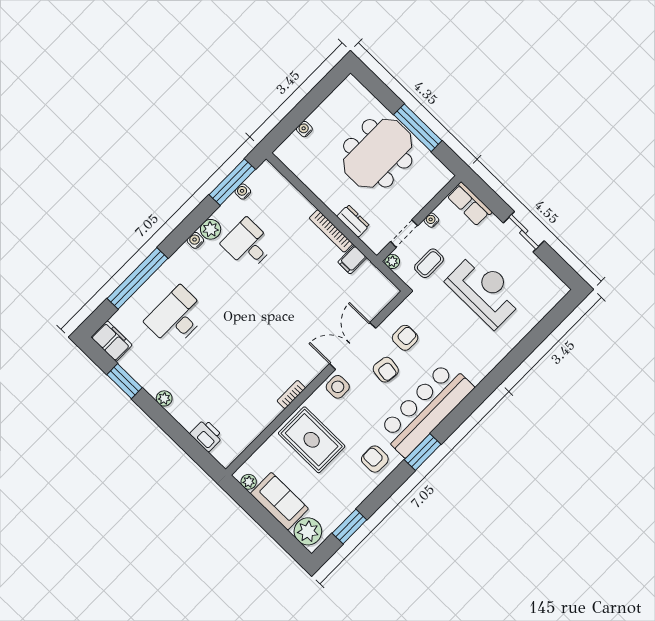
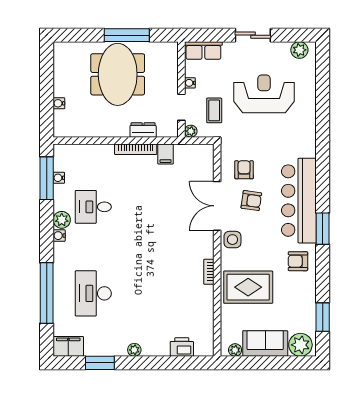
plant: (550, 283) -> (299, 50), added

